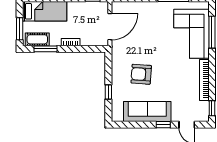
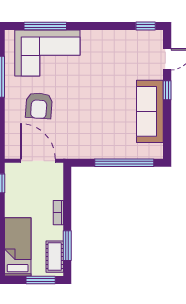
armchair: (141, 74) -> (39, 106), moved
bookcase: (204, 80) -> (108, 36), removed
window: (108, 92) -> (124, 163), width x3.17

